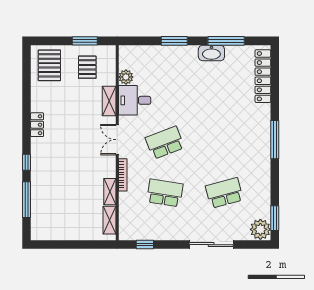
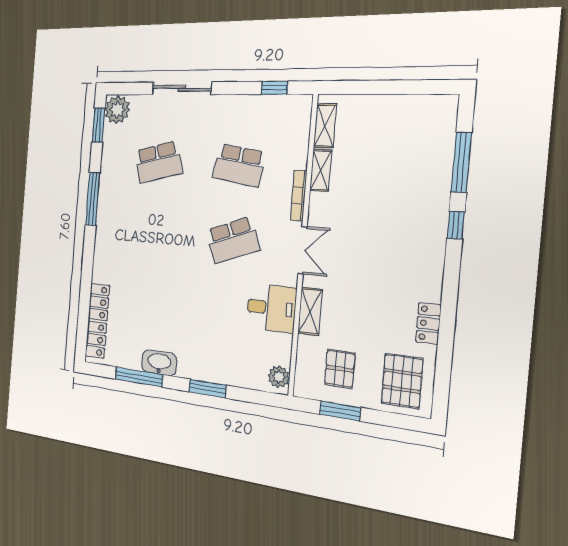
plant: (126, 77) -> (279, 377), moved
locker: (37, 125) -> (428, 323), moved
window: (275, 140) -> (93, 199), moved

